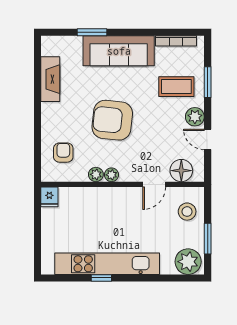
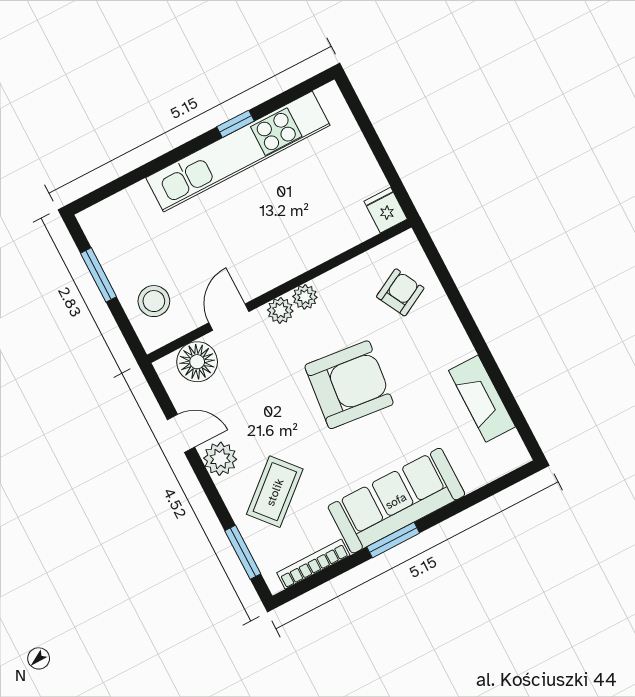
window: (92, 32) -> (393, 540), moved
window: (208, 82) -> (243, 552), moved
coffee table: (176, 87) -> (275, 492), turned -41
armchair: (63, 153) -> (400, 292), turned -118
plant: (96, 174) -> (280, 310), moved
plant: (188, 262) -> (111, 222), removed

